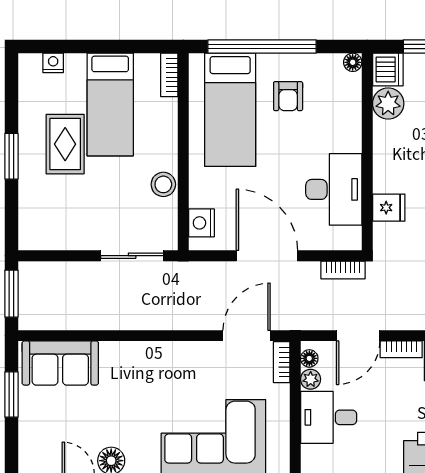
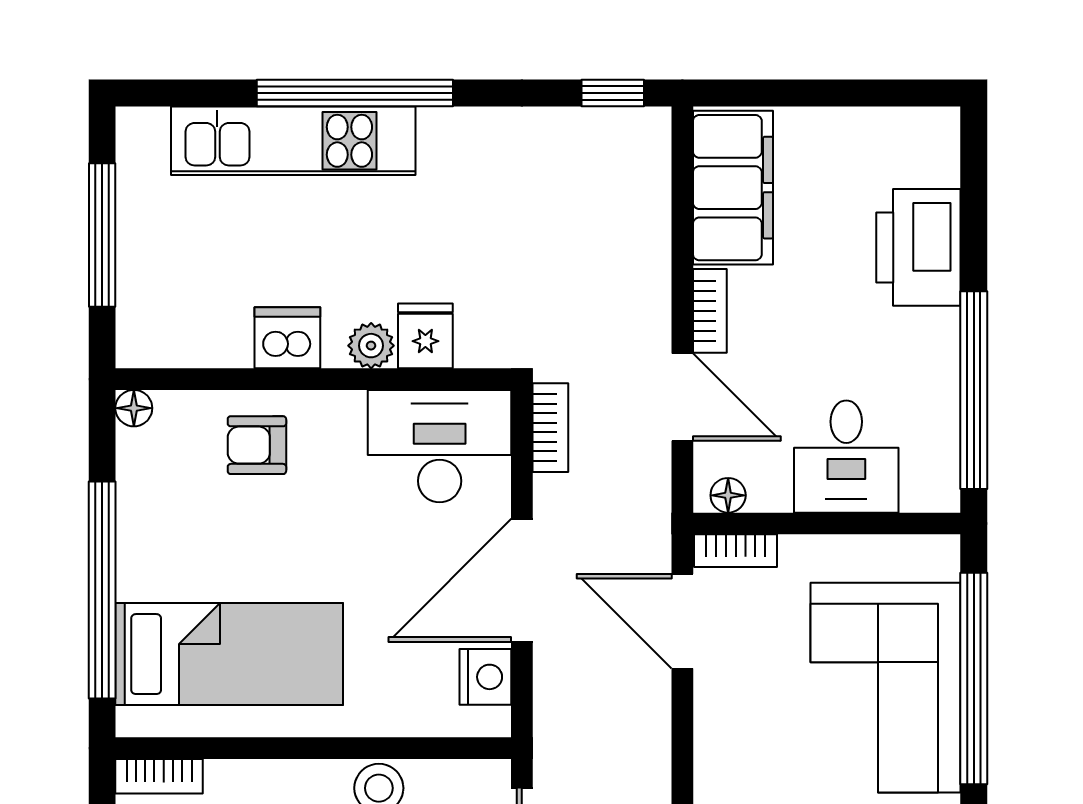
dishwasher: (388, 69) -> (287, 338), moved
armchair: (288, 96) -> (257, 445), moved, turned 180
plant: (388, 104) -> (371, 346), moved, width x0.73, depth x0.73
desk: (334, 189) -> (440, 446), moved
nightstand: (201, 223) -> (485, 677), moved, turned -90
plant: (311, 379) -> (770, 493), removed

